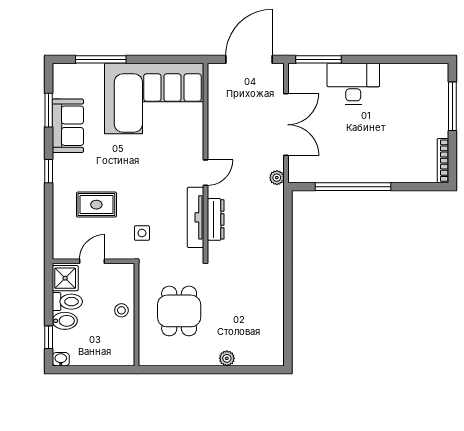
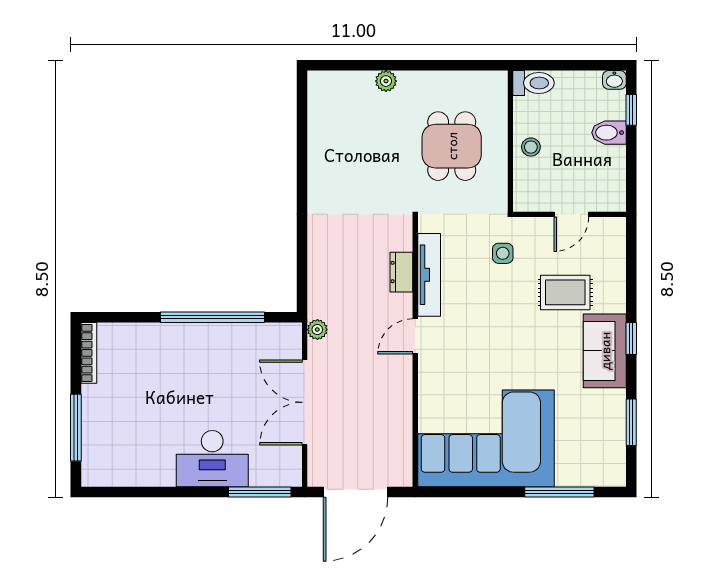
sofa: (68, 126) -> (605, 351), moved
dresser: (216, 219) -> (401, 272), width x0.70
shower: (65, 278) -> (608, 191), removed
toilet: (67, 302) -> (534, 83), moved, turned 180

